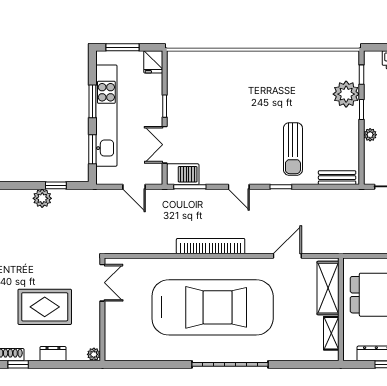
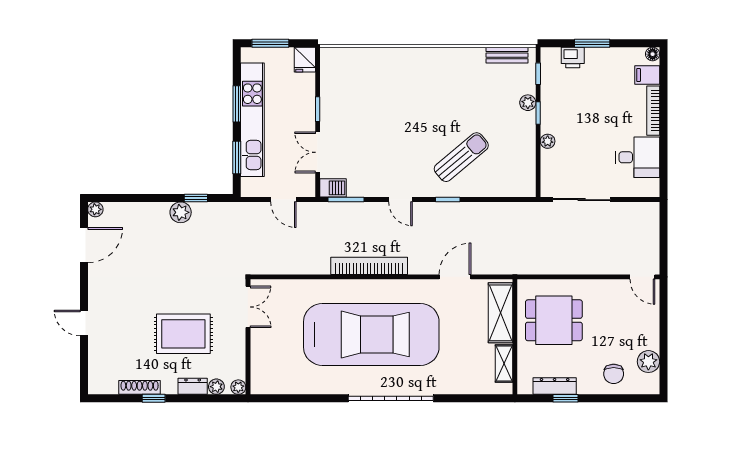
plant: (346, 94) -> (528, 103), width x0.53, depth x0.53
sun lounger: (293, 149) -> (461, 157), turned -130
barbecue: (183, 174) -> (333, 188), width x0.73, depth x0.79
bench: (337, 178) -> (507, 55), moved
plant: (74, 354) -> (216, 387), added

